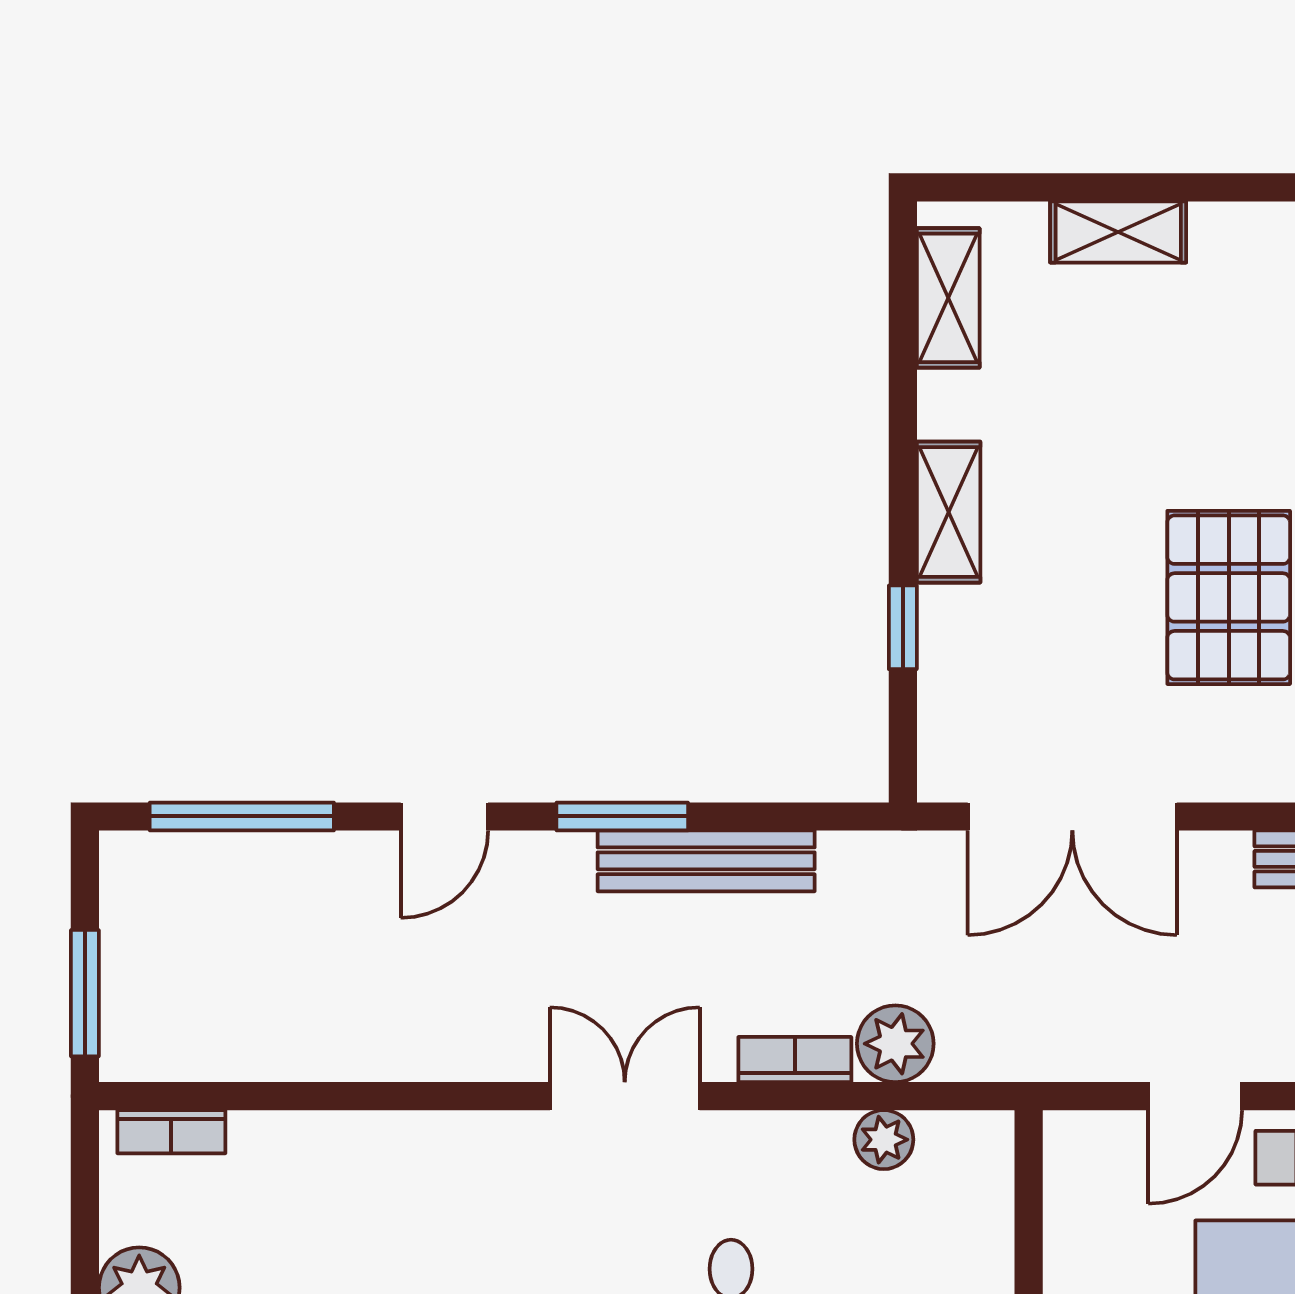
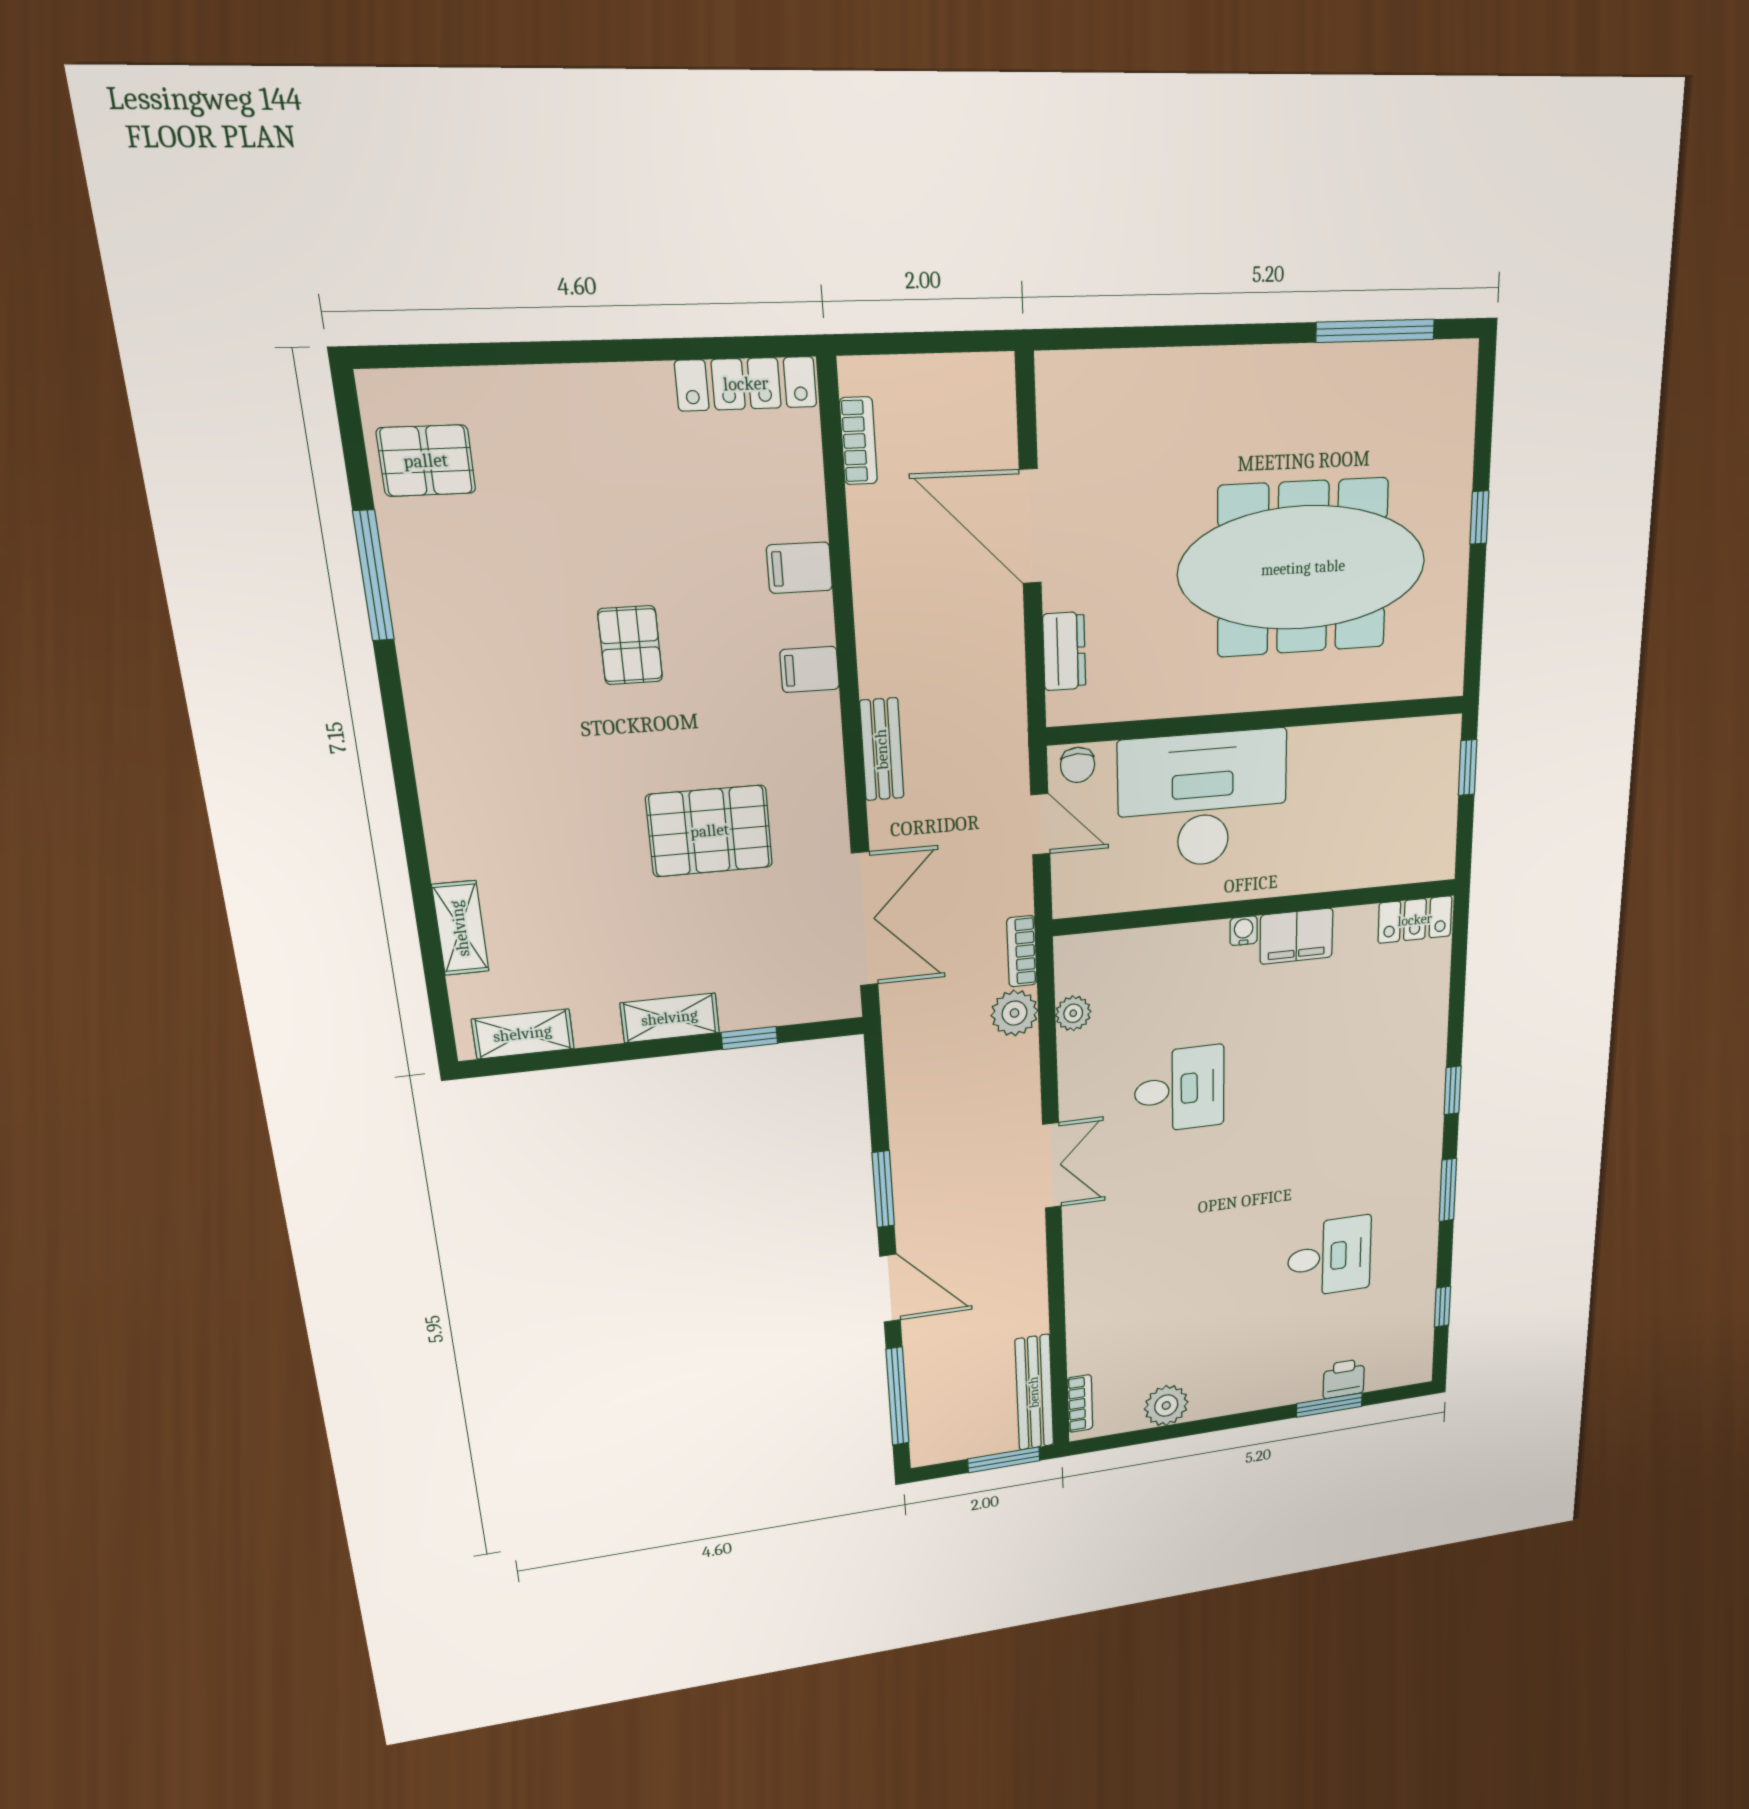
door: (444, 816) -> (890, 1288), width x1.38
bench: (706, 861) -> (1034, 1392), moved
bookcase: (795, 1060) -> (1022, 951), moved
double door: (625, 1096) -> (1052, 1166), swing flipped

